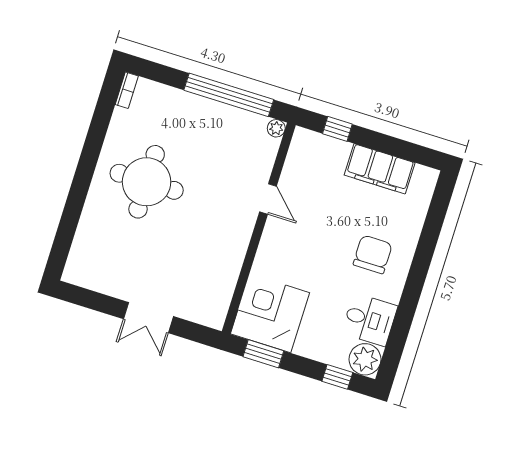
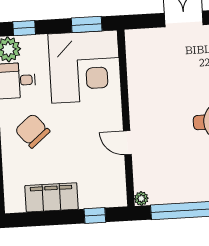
chair: (373, 254) -> (32, 131), turned 140
corner desk: (270, 313) -> (84, 67), width x1.36, depth x1.36

